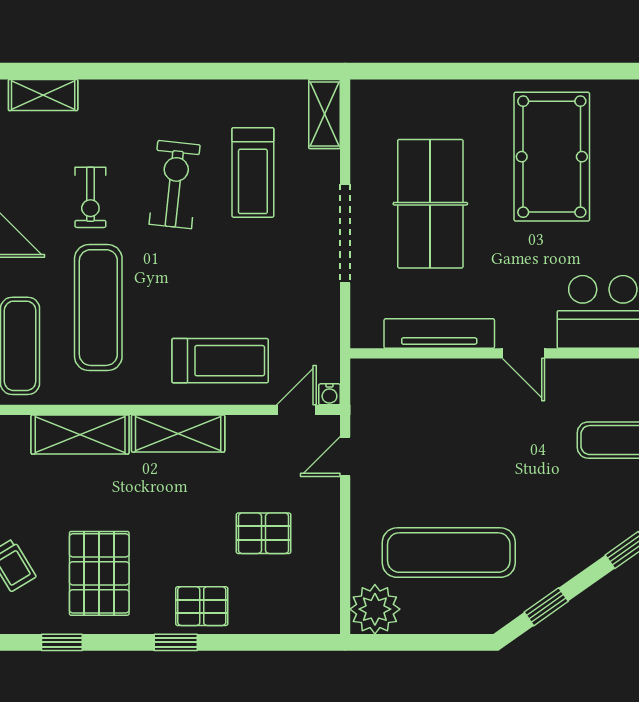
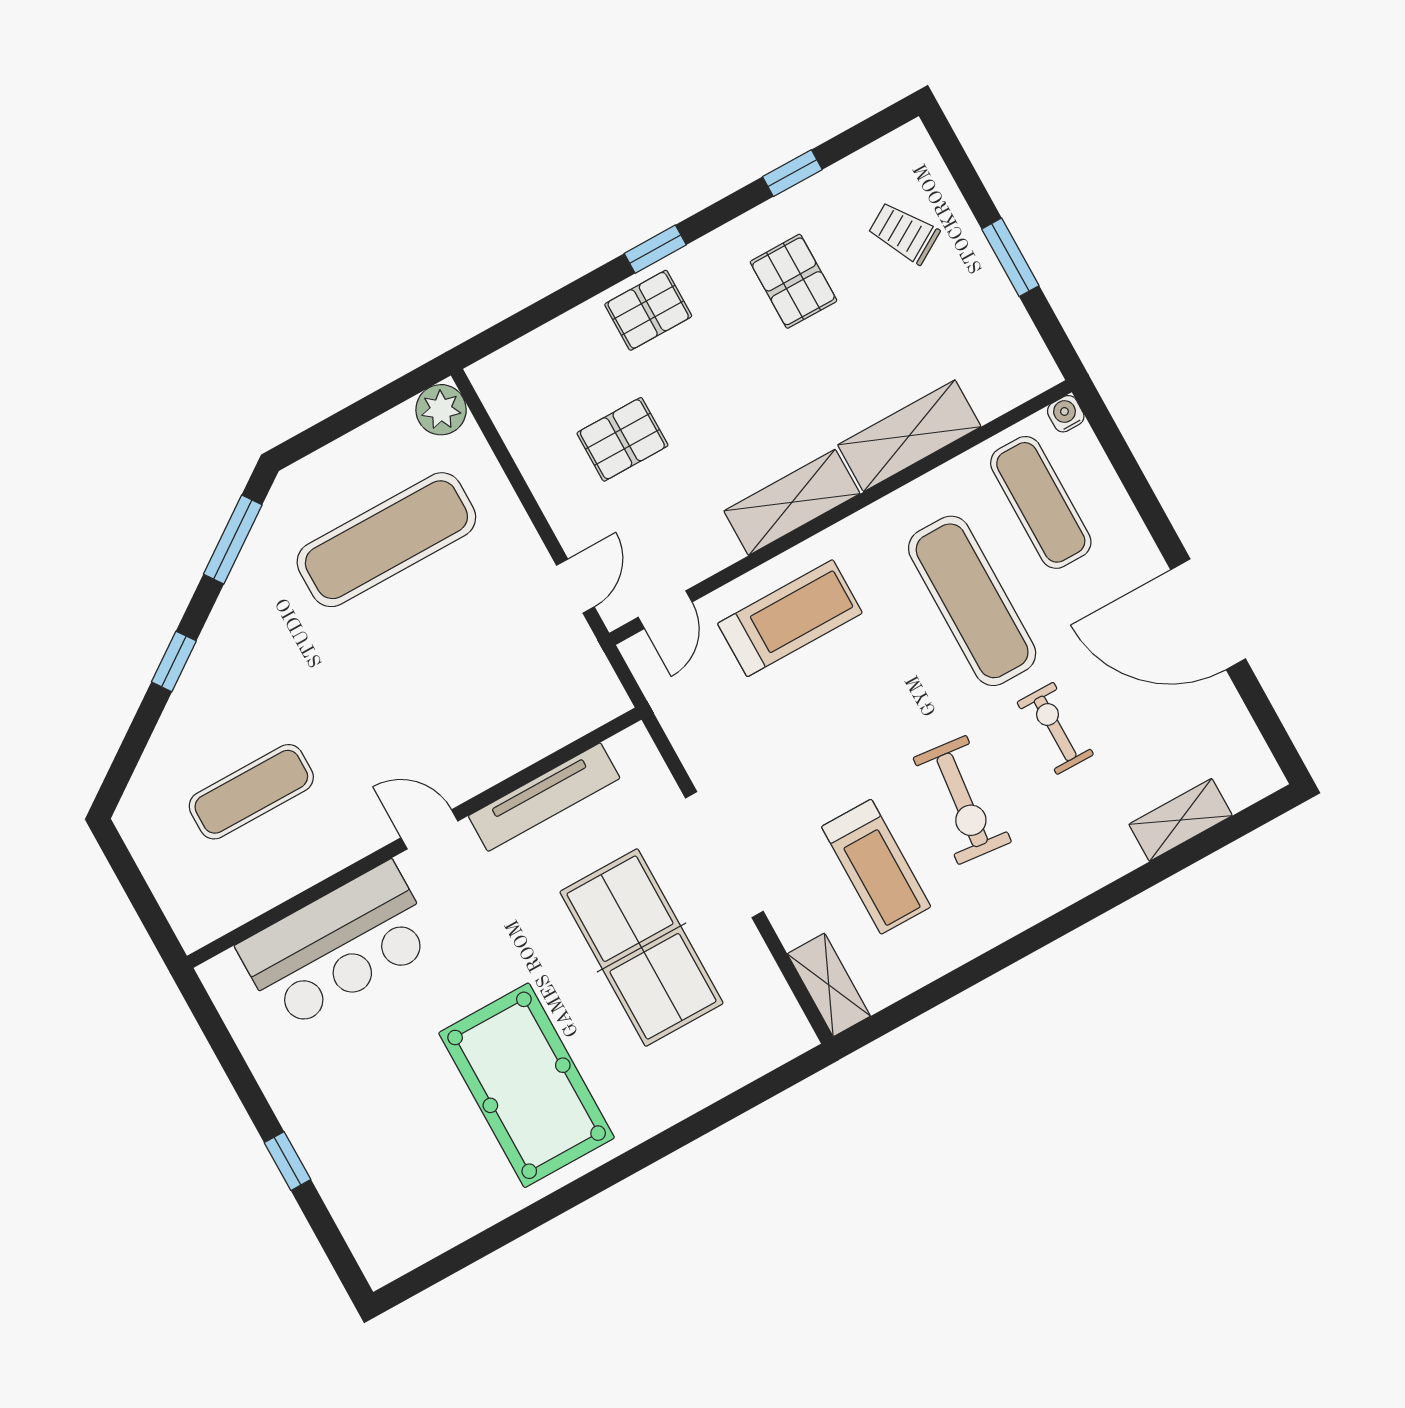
treadmill: (253, 172) -> (876, 867), turned 180
treadmill: (220, 361) -> (790, 618), turned 180
water cooler: (329, 394) -> (636, 651), removed
pallet: (99, 573) -> (793, 281), width x0.67, depth x0.71
window: (546, 607) -> (233, 540), width x1.50
plant: (375, 609) -> (441, 410), width x0.73, depth x0.73

